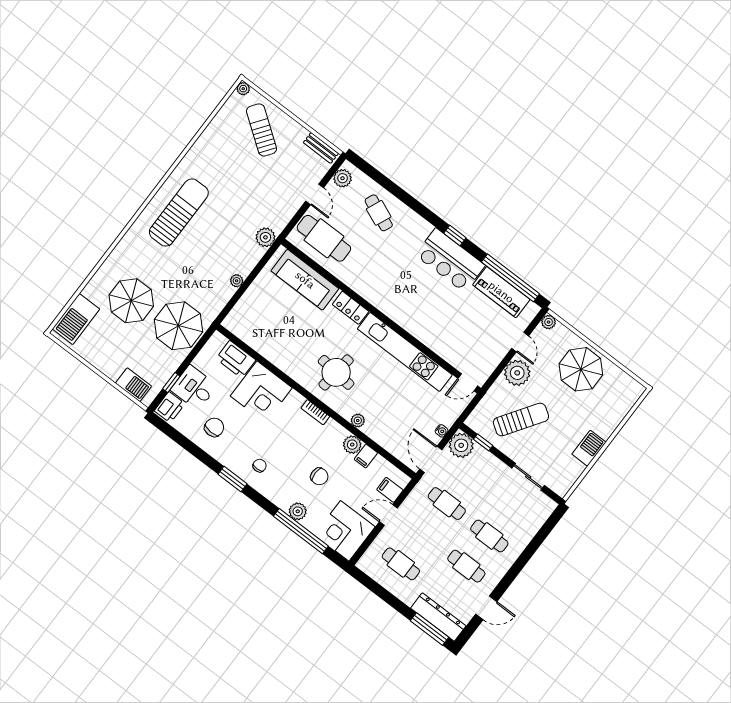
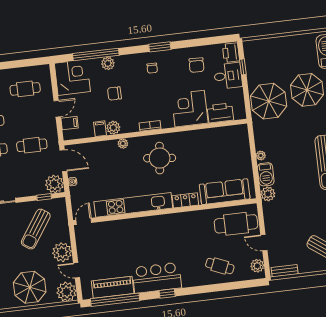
plant: (549, 322) -> (67, 292), width x1.88, depth x1.88
barbecue: (133, 385) -> (266, 174), moved, turned -90

